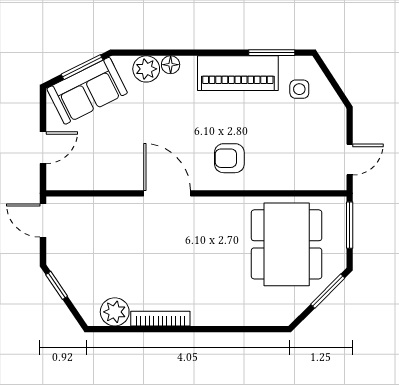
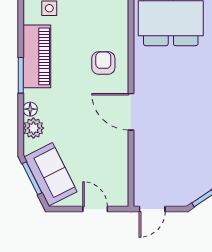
window: (272, 53) -> (21, 75), moved
armchair: (229, 158) -> (103, 63), turned 180
door: (167, 193) -> (131, 112), hinge flipped

